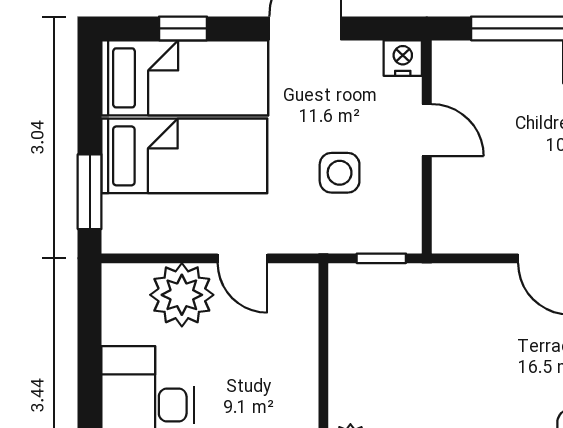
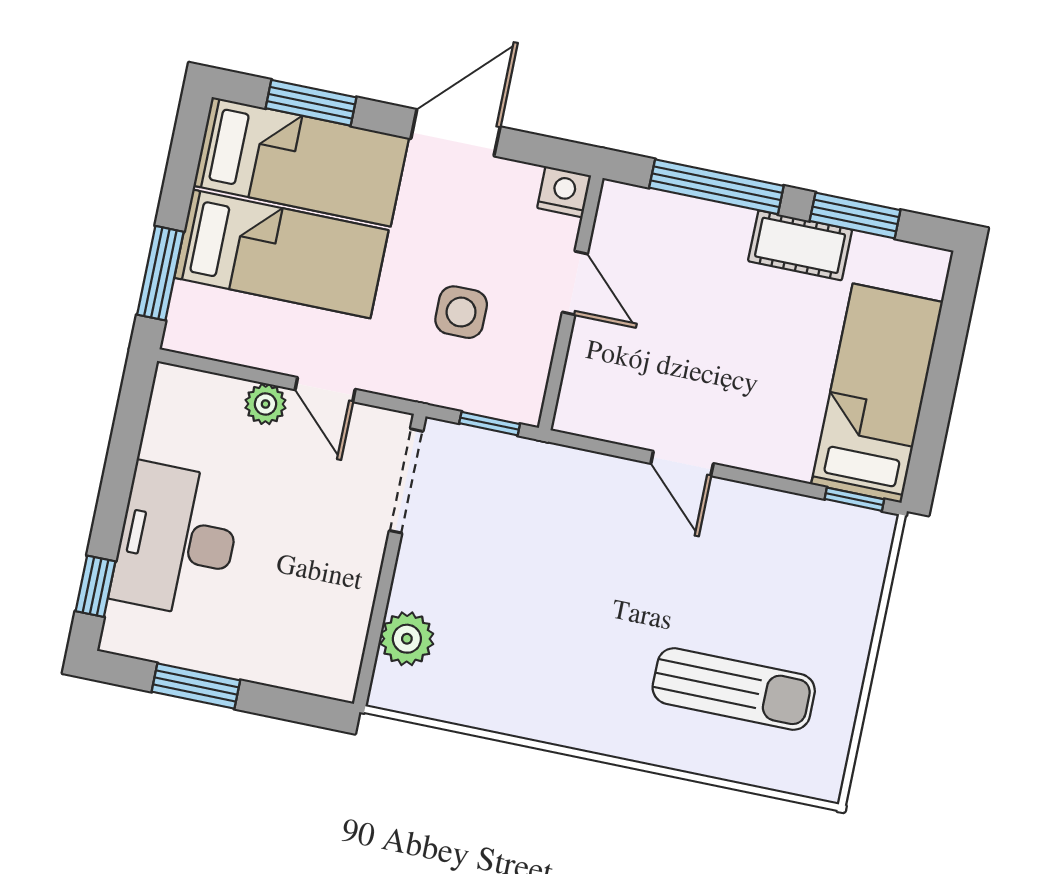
window: (183, 28) -> (311, 103), width x1.50
plant: (182, 295) -> (265, 404), width x0.53, depth x0.53
doorway: (323, 319) -> (406, 481), added

